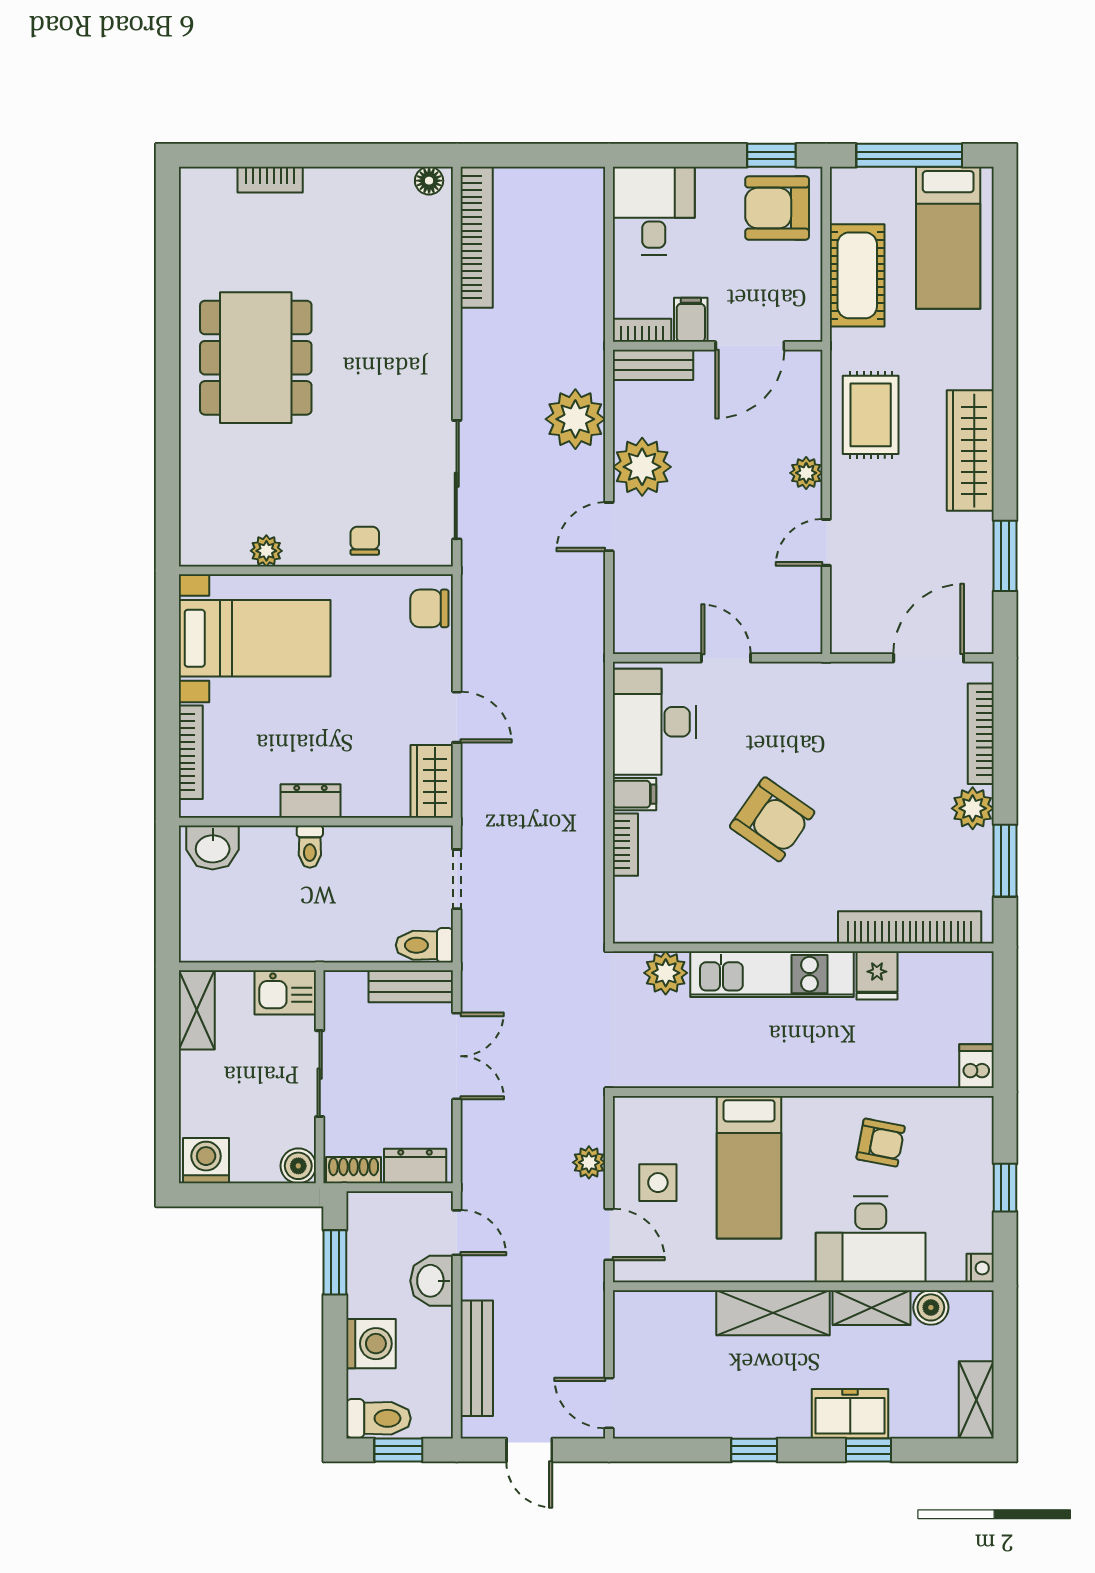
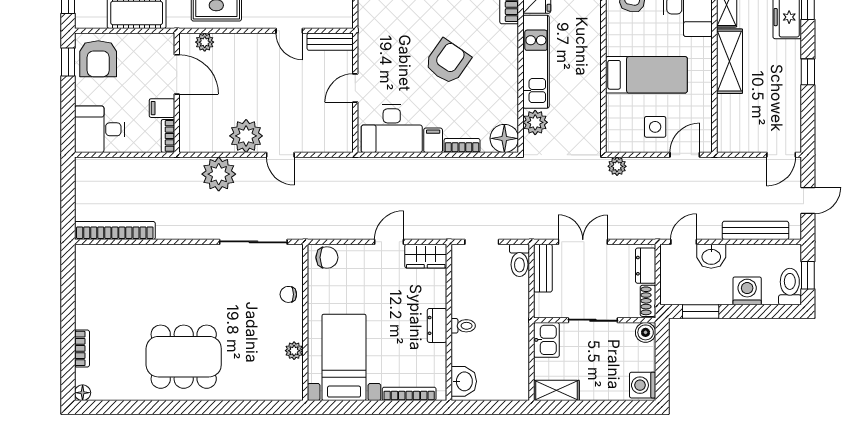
floor lamp: (429, 181) -> (83, 393), moved
bench: (653, 365) -> (330, 42), moved, turned 90
plant: (806, 473) -> (205, 42), moved
chair: (429, 608) -> (327, 257), turned -90
floor lamp: (638, 919) -> (504, 138), added
plant: (589, 1162) -> (617, 166), moved

